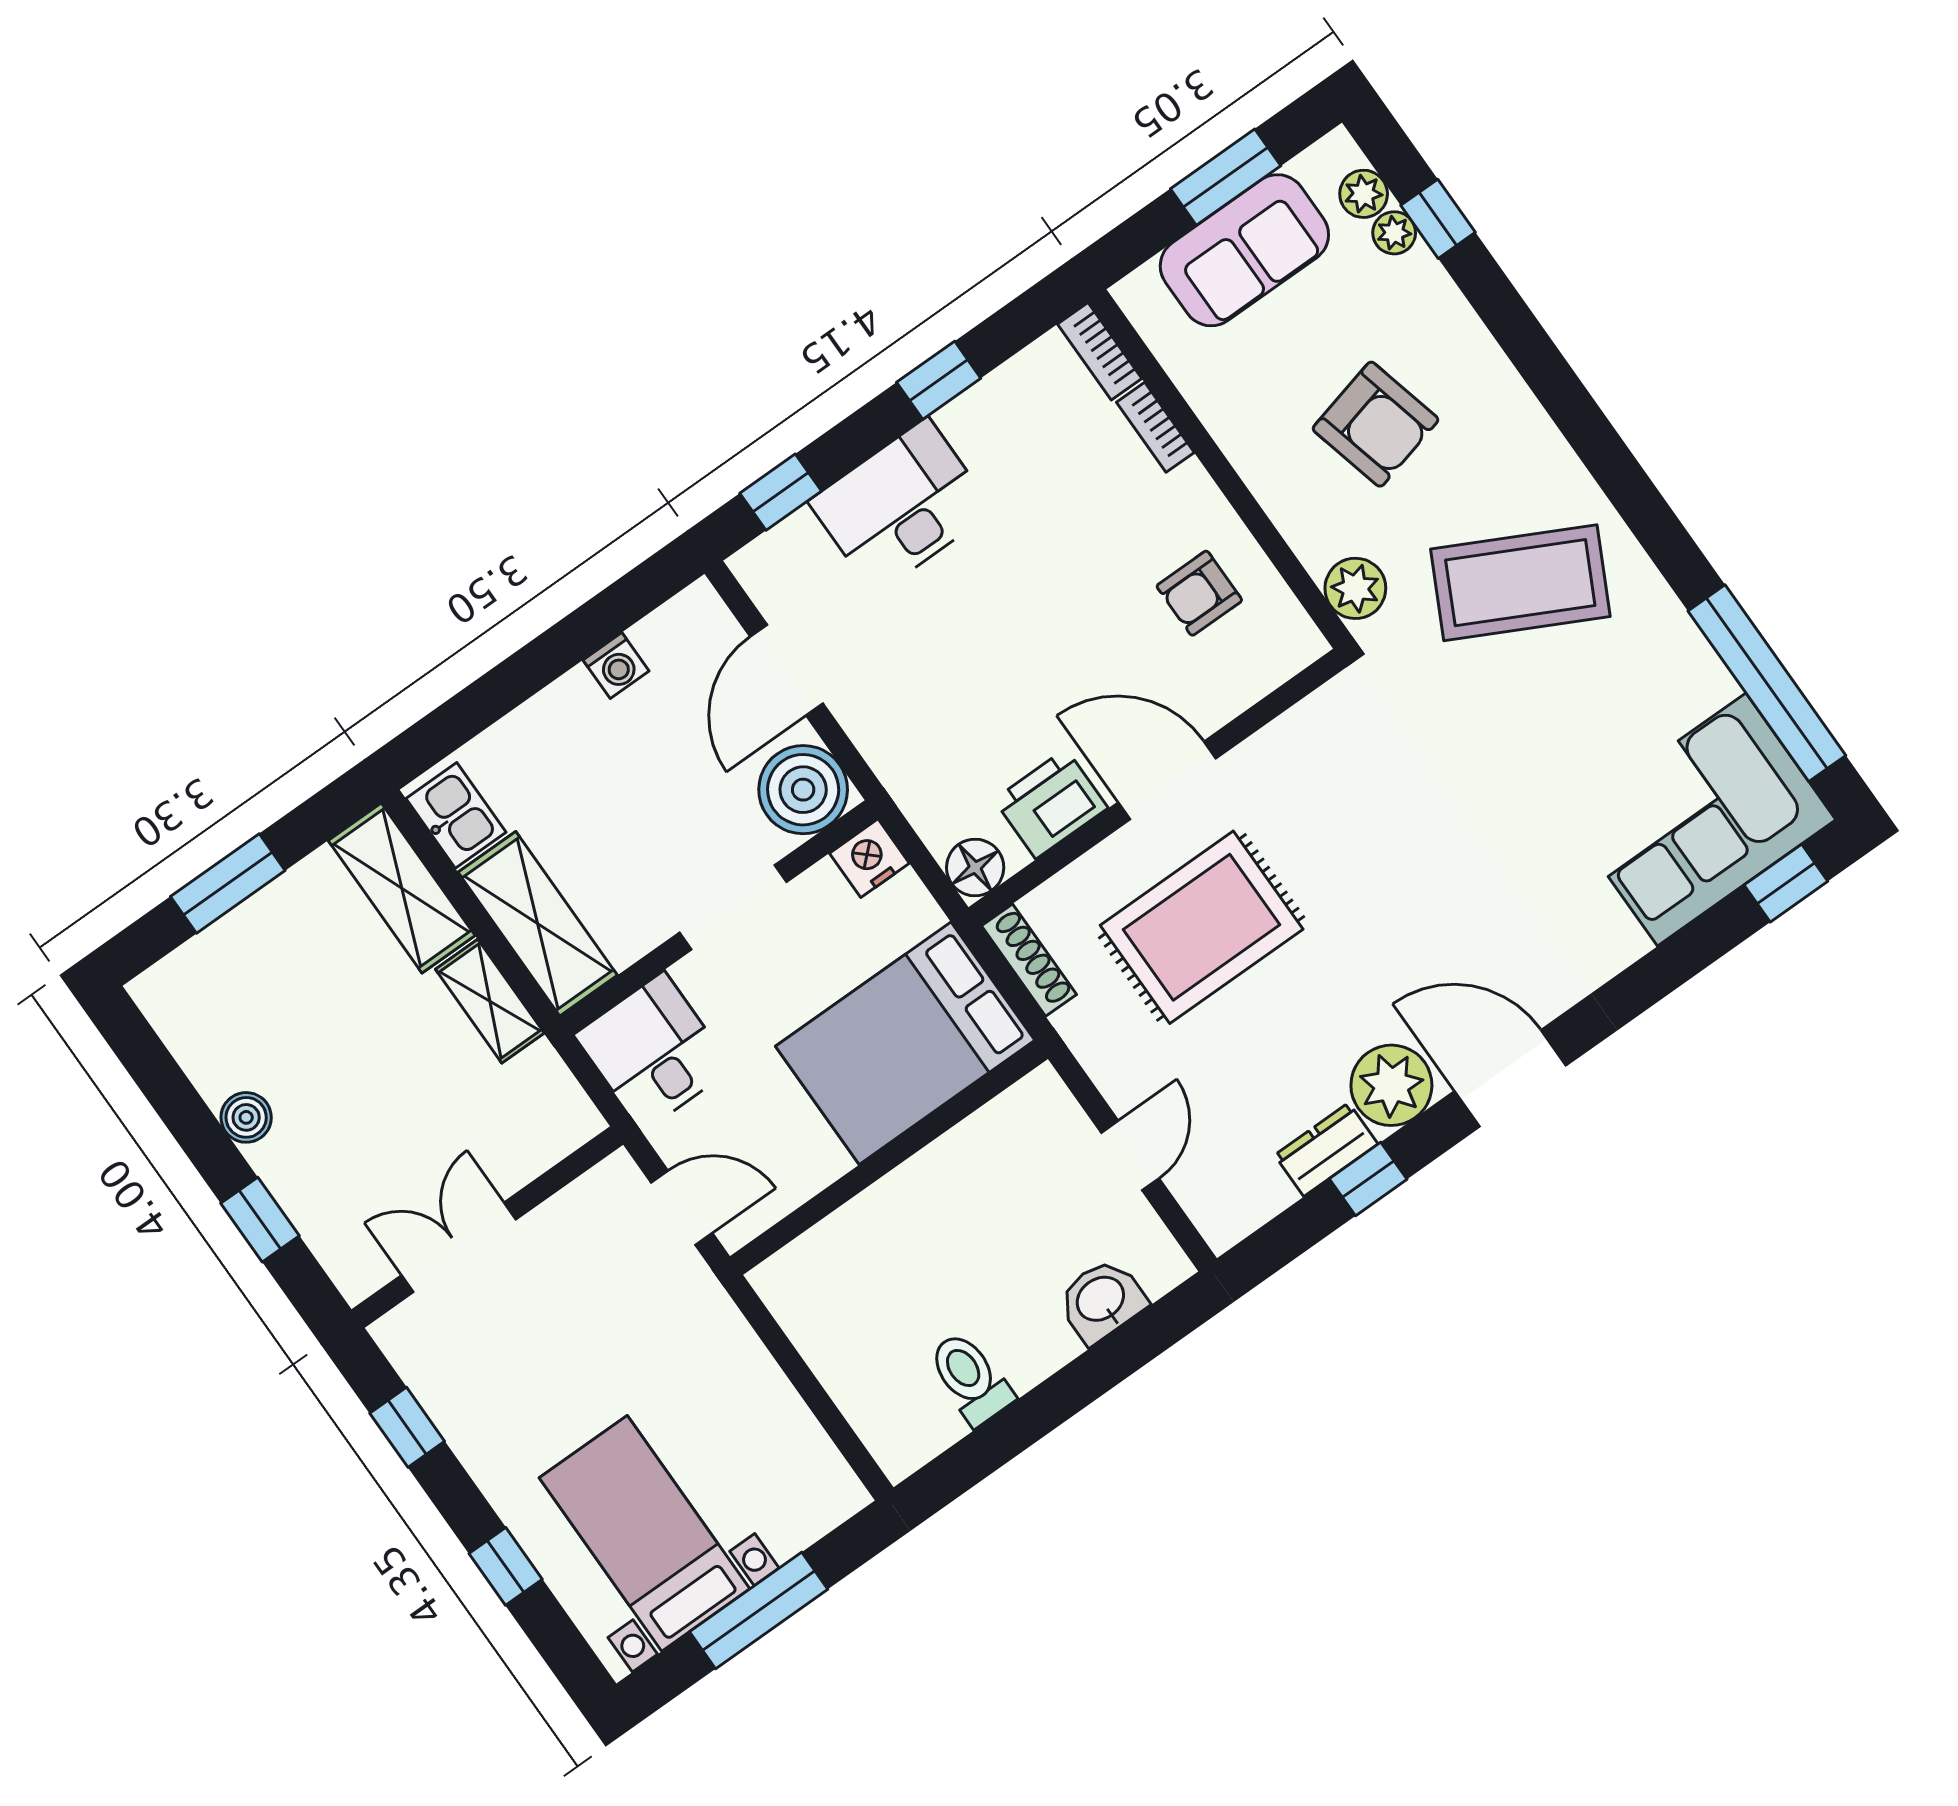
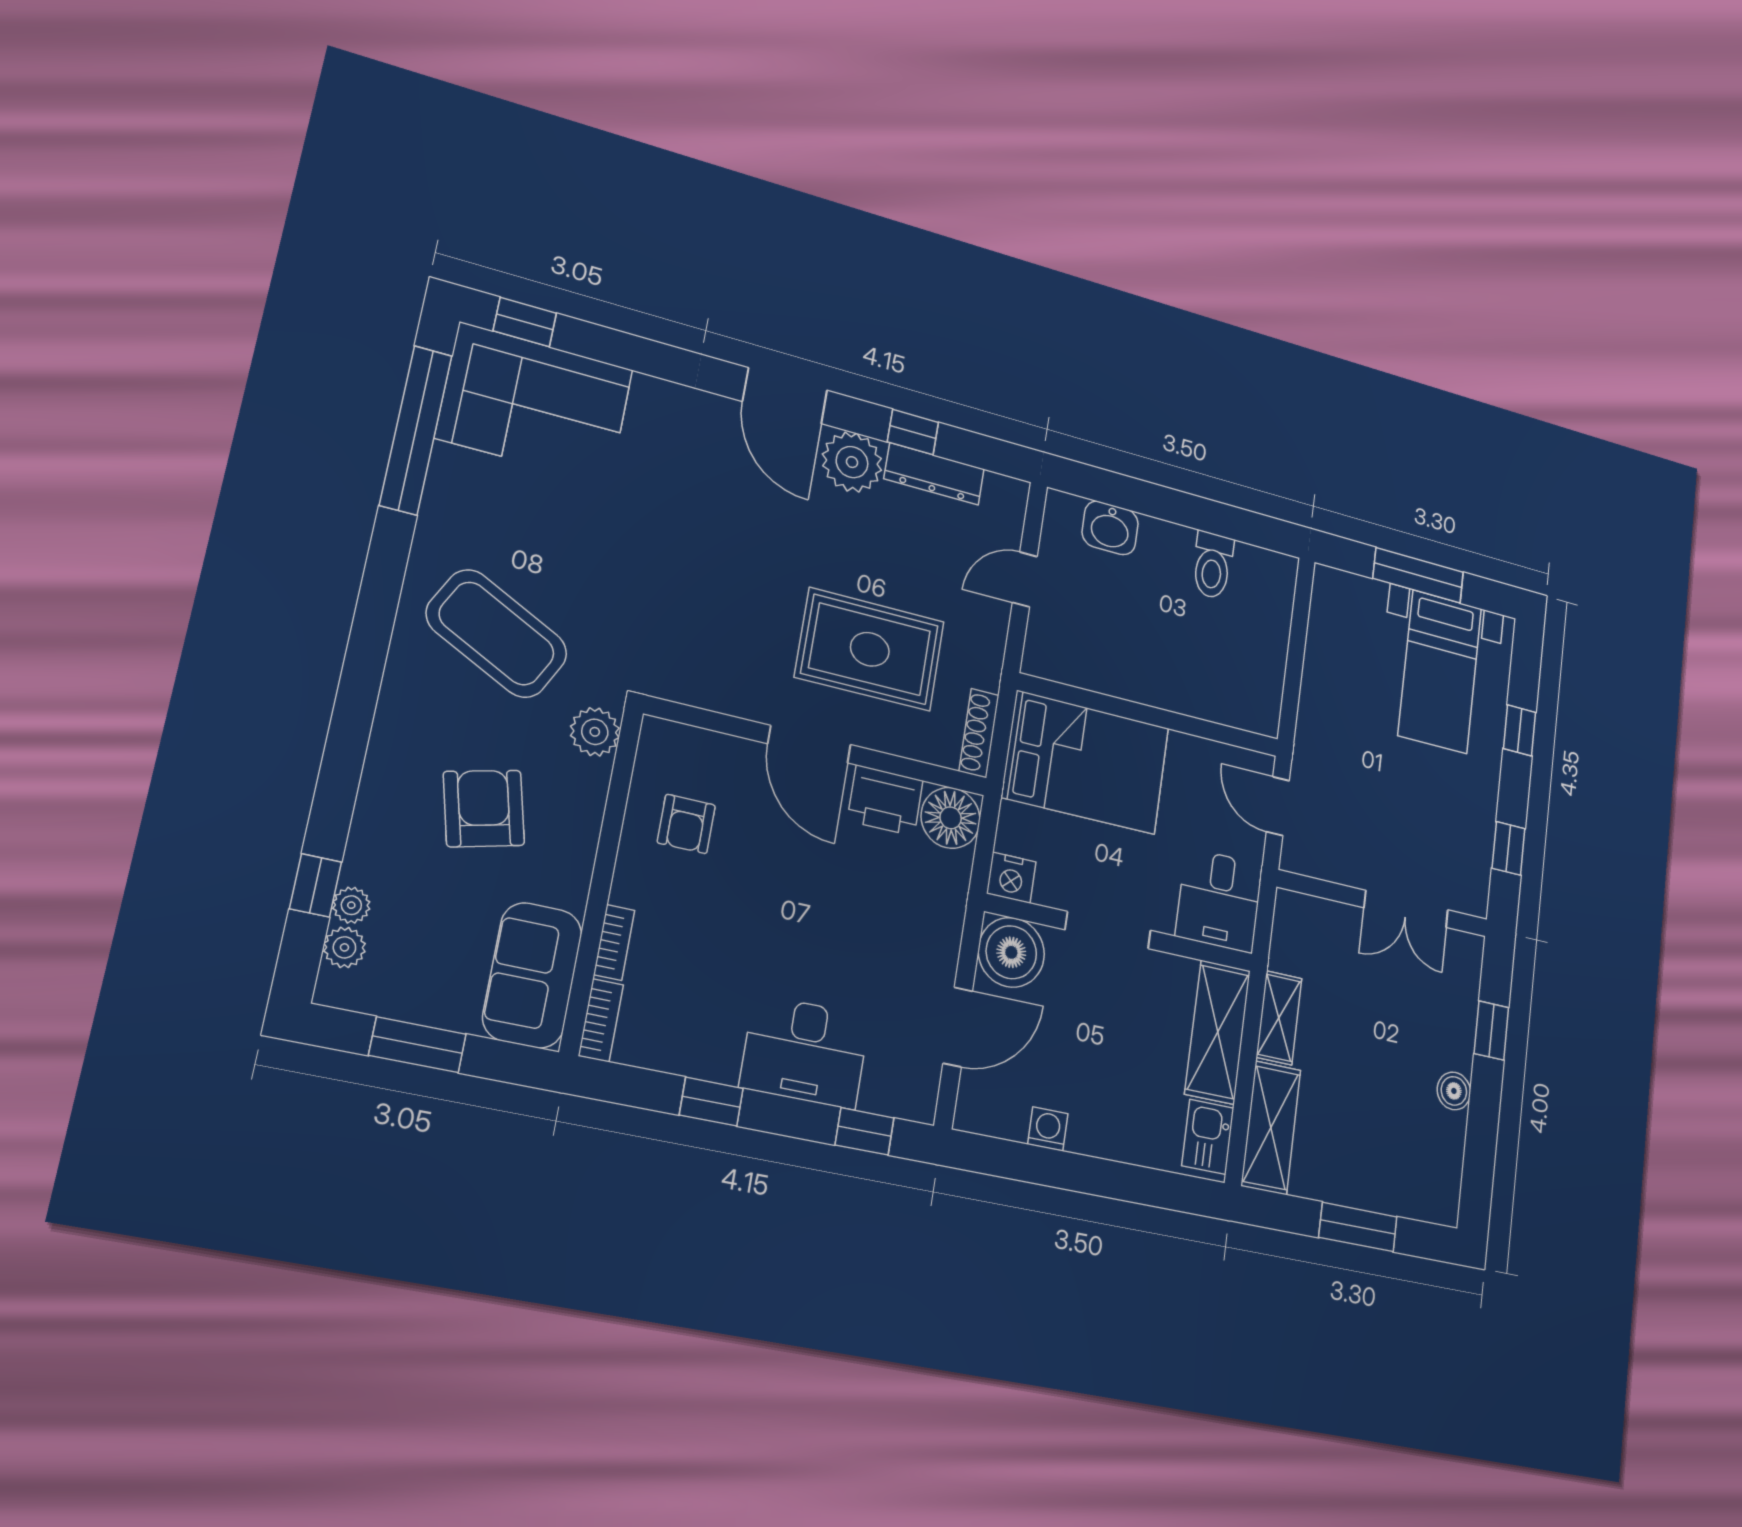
sofa: (1244, 250) -> (532, 975), moved, turned -90
armchair: (1199, 593) -> (686, 824), turned 90
floor lamp: (975, 867) -> (951, 818), width x1.38, depth x1.38
dresser: (1326, 1150) -> (934, 474), width x1.44

